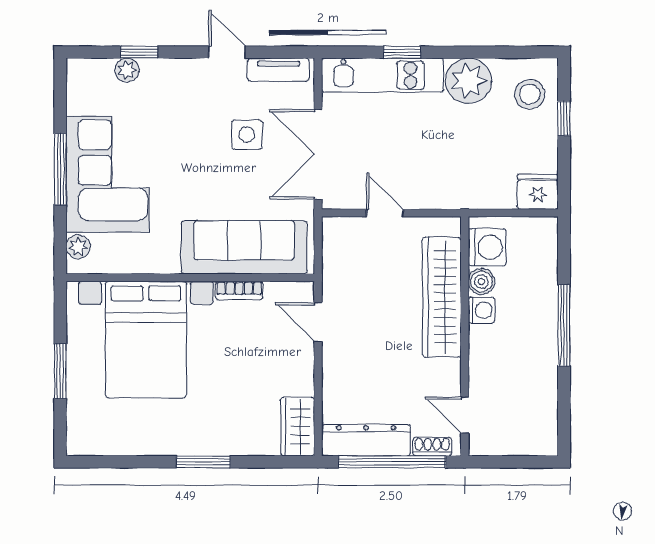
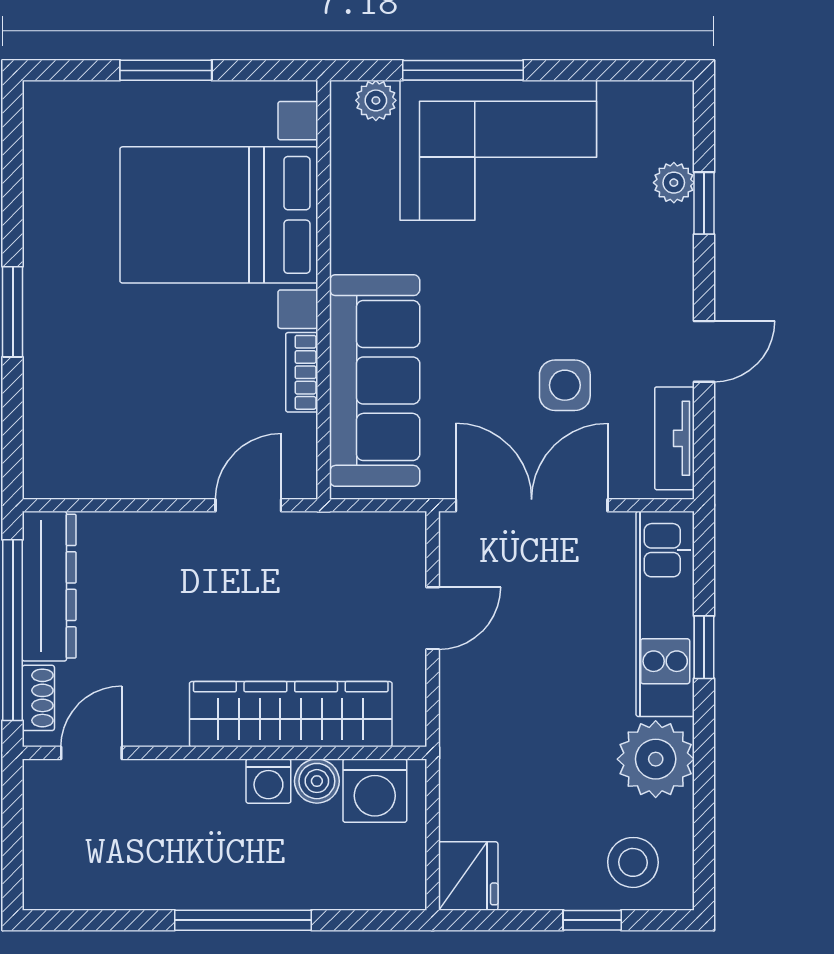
window: (60, 169) -> (463, 70), moved
wardrobe: (297, 427) -> (72, 471), removed

